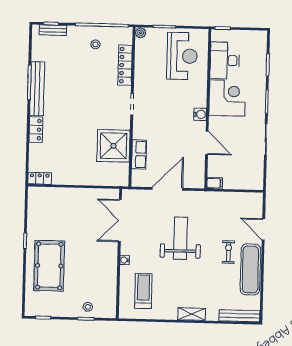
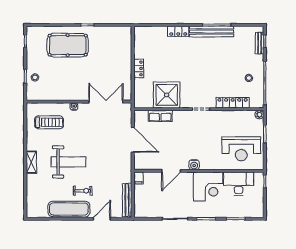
locker: (40, 178) -> (139, 68), moved
weight bench: (180, 238) -> (68, 162), moved
bench: (239, 316) -> (127, 200), moved

